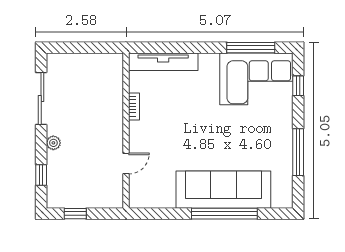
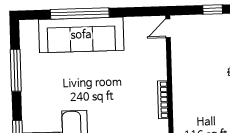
bookcase: (134, 106) -> (163, 100), width x1.56
door: (126, 164) -> (168, 28), moved

